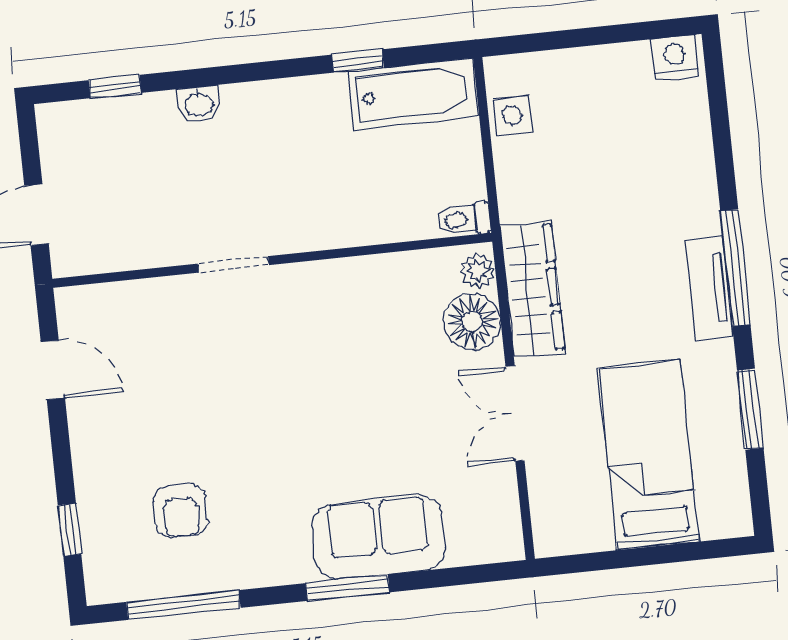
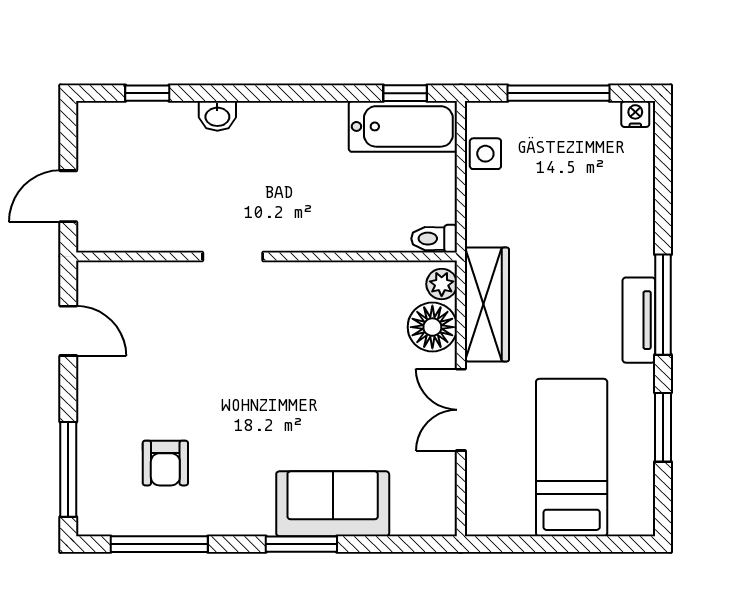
window: (589, 37) -> (558, 93), added
nightstand: (675, 57) -> (635, 114), width x0.72, depth x0.74
window: (358, 61) -> (405, 93), moved
window: (70, 530) -> (68, 469), width x2.17

